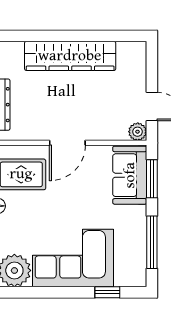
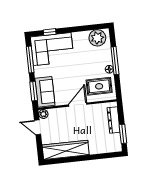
wardrobe: (70, 56) -> (66, 150), moved
corner sofa: (73, 258) -> (52, 49), moved

